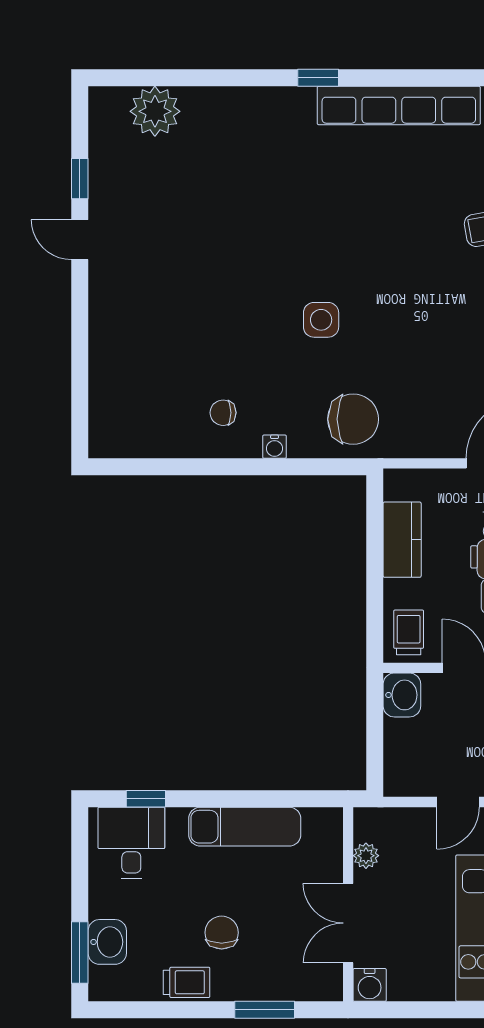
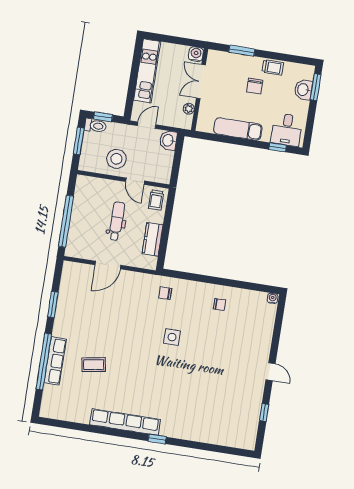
plant: (155, 111) -> (228, 436), removed
door: (80, 240) -> (271, 372), moved
chair: (353, 419) -> (165, 293), width x0.54, depth x0.54
water cooler: (275, 447) -> (273, 298), moved
washbasin: (402, 695) -> (168, 140), moved
double door: (348, 923) -> (201, 82), swing flipped
trolley: (187, 982) -> (273, 67), turned 180

